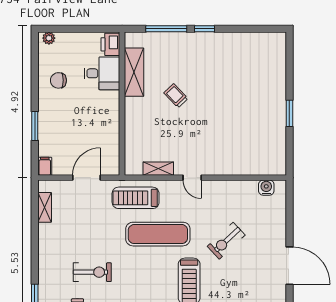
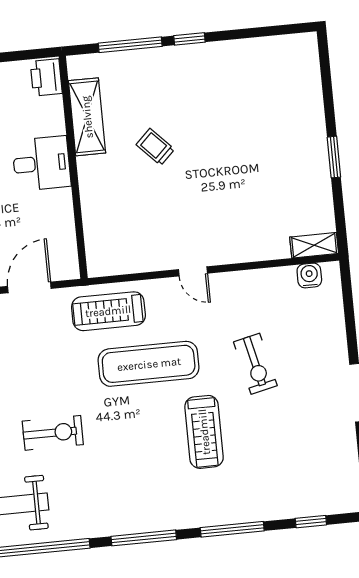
desk: (102, 73) -> (41, 163), moved
shelving: (158, 169) -> (314, 245), moved
exercise bike: (226, 241) -> (255, 364), turned -60

